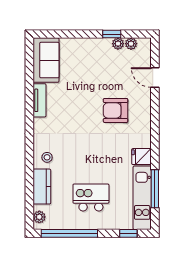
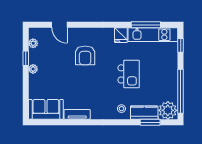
plant: (118, 44) -> (33, 69), moved
door: (155, 78) -> (59, 25), hinge flipped
window: (29, 194) -> (150, 122), added
kitchen island: (91, 197) -> (129, 74), moved, turned 180
plant: (39, 217) -> (168, 110), width x1.87, depth x1.87

